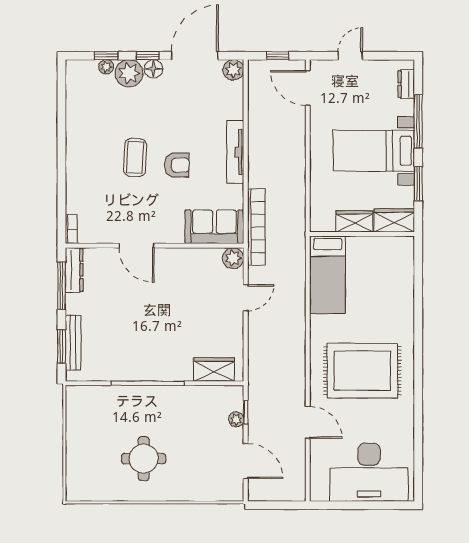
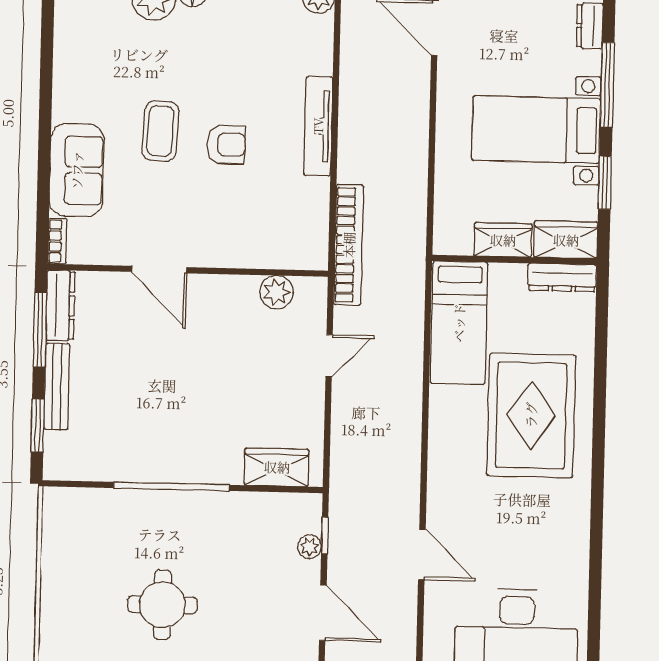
sofa: (214, 227) -> (77, 170), moved, turned 90
dresser: (392, 244) -> (562, 278), added
plant: (233, 258) -> (277, 292), moved
bench: (73, 342) -> (57, 386), moved
rug: (362, 371) -> (531, 415), moved, turned 90

